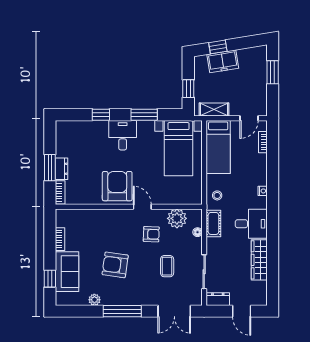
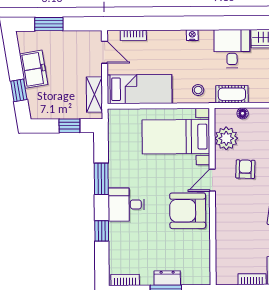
freezer: (223, 61) -> (34, 69), moved
bed with nightstands: (179, 148) -> (176, 137), moved, turned 180
bookcase: (60, 192) -> (125, 280), moved

